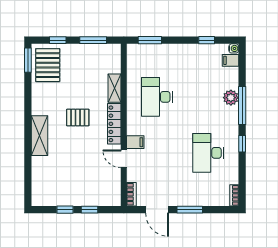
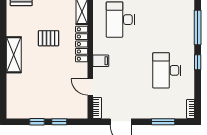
plant: (231, 98) -> (187, 20), removed
door: (124, 159) -> (90, 87), moved
window: (190, 210) -> (163, 122), moved

